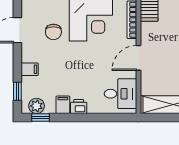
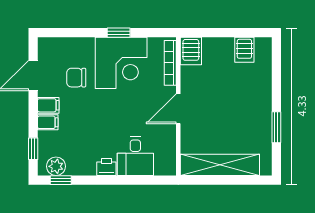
chair: (53, 32) -> (76, 78), turned 90
desk: (121, 94) -> (135, 156), moved, turned 90
filing cabinet: (63, 105) -> (48, 105), moved, turned 90

